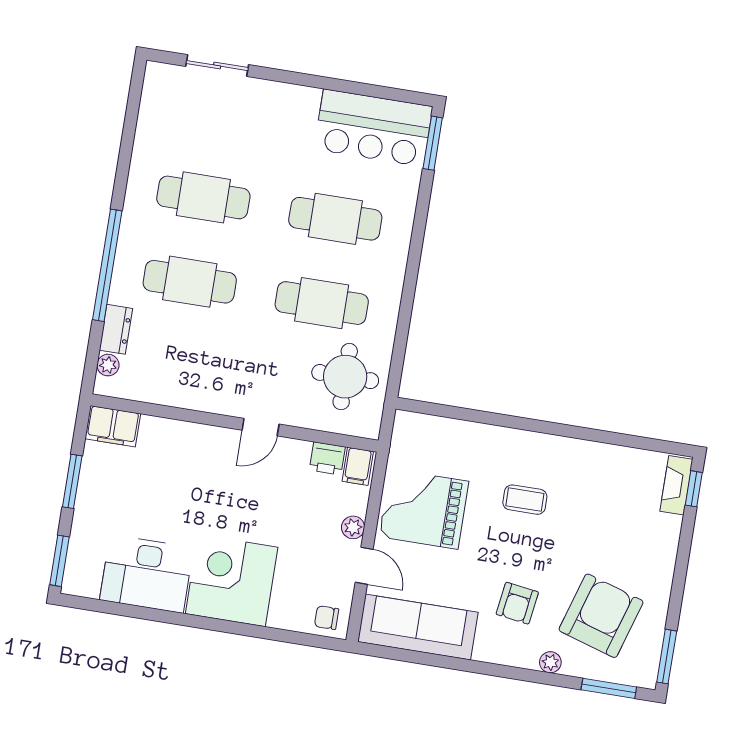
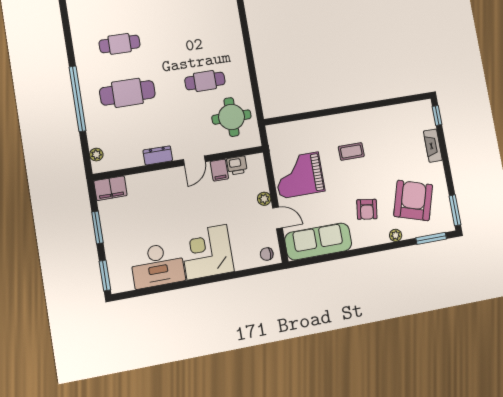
cafe table: (203, 197) -> (120, 44), width x0.73, depth x0.74
cafe table: (335, 219) -> (197, 33), removed
cafe table: (322, 303) -> (205, 81), width x0.73, depth x0.74
dresser: (116, 329) -> (158, 155), moved, turned -90
filing cabinet: (358, 466) -> (219, 170), moved
fireplace: (676, 485) -> (433, 146), moved

